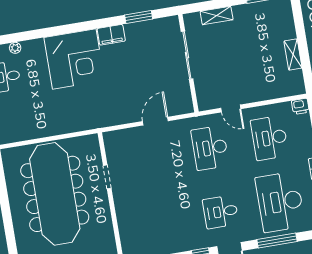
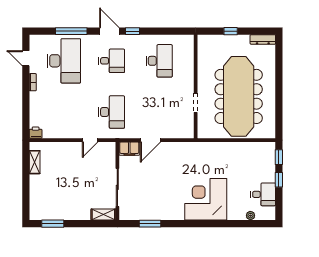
shelving: (217, 16) -> (103, 214), moved
filing cabinet: (111, 35) -> (129, 149), moved, turned 180
shelving: (293, 55) -> (35, 162), moved
door: (231, 108) -> (90, 140), swing flipped
desk: (270, 138) -> (159, 61), moved

